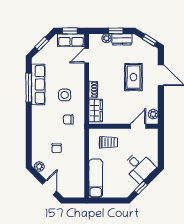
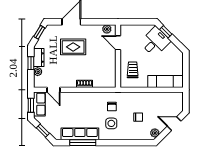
side table: (65, 95) -> (111, 123), moved
wardrobe: (96, 111) -> (104, 82), removed
window: (141, 188) -> (166, 32), moved

